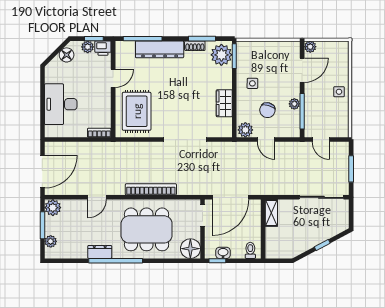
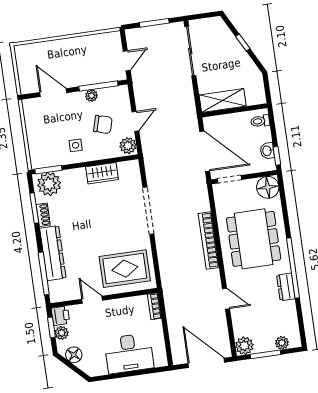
plant: (310, 47) -> (26, 87), removed
side table: (339, 92) -> (71, 48), removed
shelving: (271, 213) -> (223, 100), width x1.50, depth x1.33

